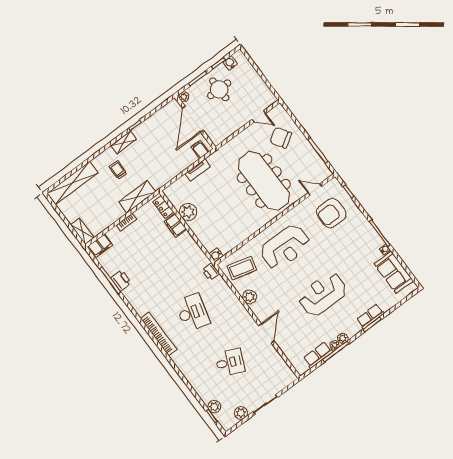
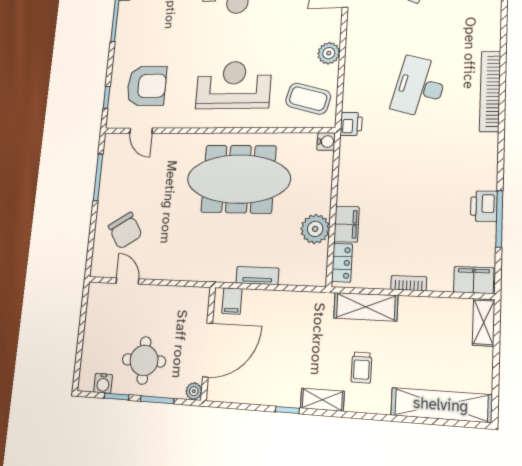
meeting table: (264, 181) -> (238, 179), moved, turned 90

